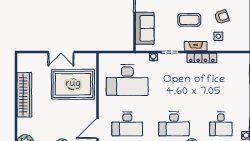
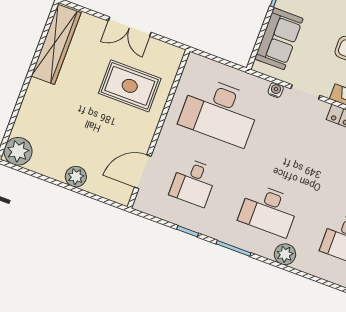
rug: (73, 84) -> (130, 86), width x0.73, depth x0.69
wardrobe: (24, 95) -> (56, 44), moved
desk: (127, 124) -> (193, 182), width x0.73

